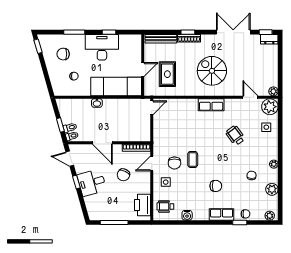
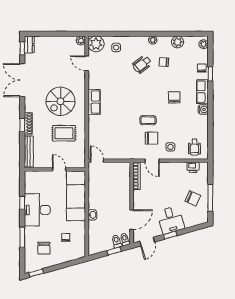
rug: (167, 74) -> (64, 133), moved
door: (250, 97) -> (87, 63), hinge flipped
wheelchair: (235, 136) -> (142, 64), moved
door: (102, 143) -> (132, 220), moved
chair: (123, 175) -> (193, 198), moved
printer: (142, 205) -> (193, 167), width x0.53, depth x0.68
water cooler: (187, 215) -> (203, 109), moved

